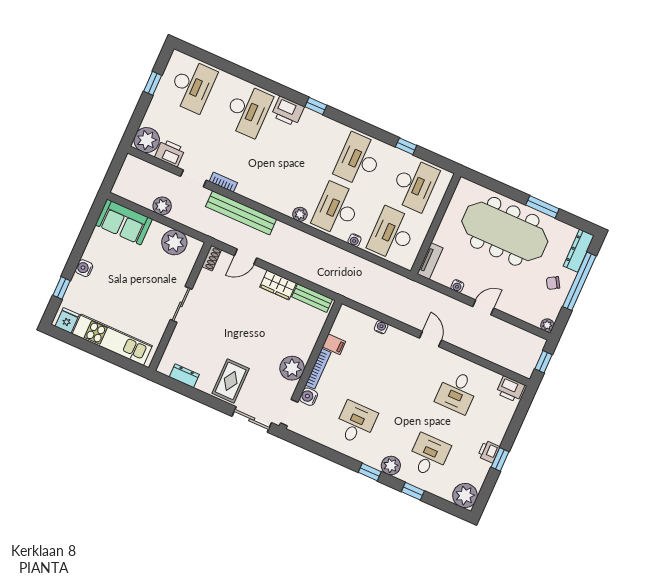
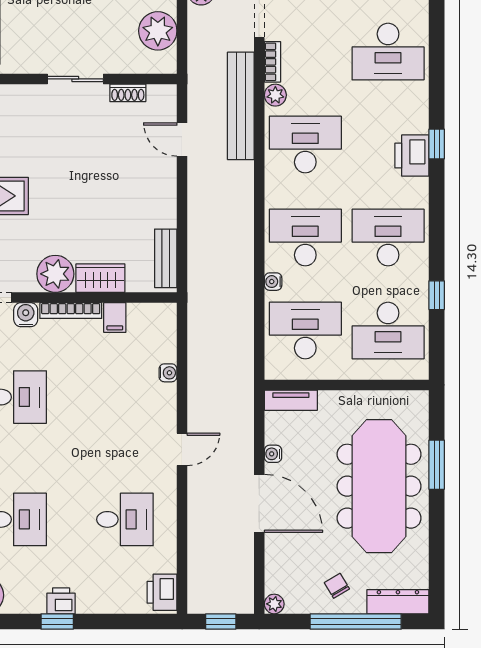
printer: (288, 111) -> (412, 156), moved
desk: (281, 185) -> (305, 145), added
window: (542, 207) -> (437, 465), moved
plant: (300, 214) -> (275, 95), moved
shoe rack: (212, 258) -> (128, 93), moved
wardrobe: (278, 285) -> (100, 278), moved, turned 90
door: (483, 307) -> (259, 503), width x1.88
desk: (457, 392) -> (125, 519), turned 180

